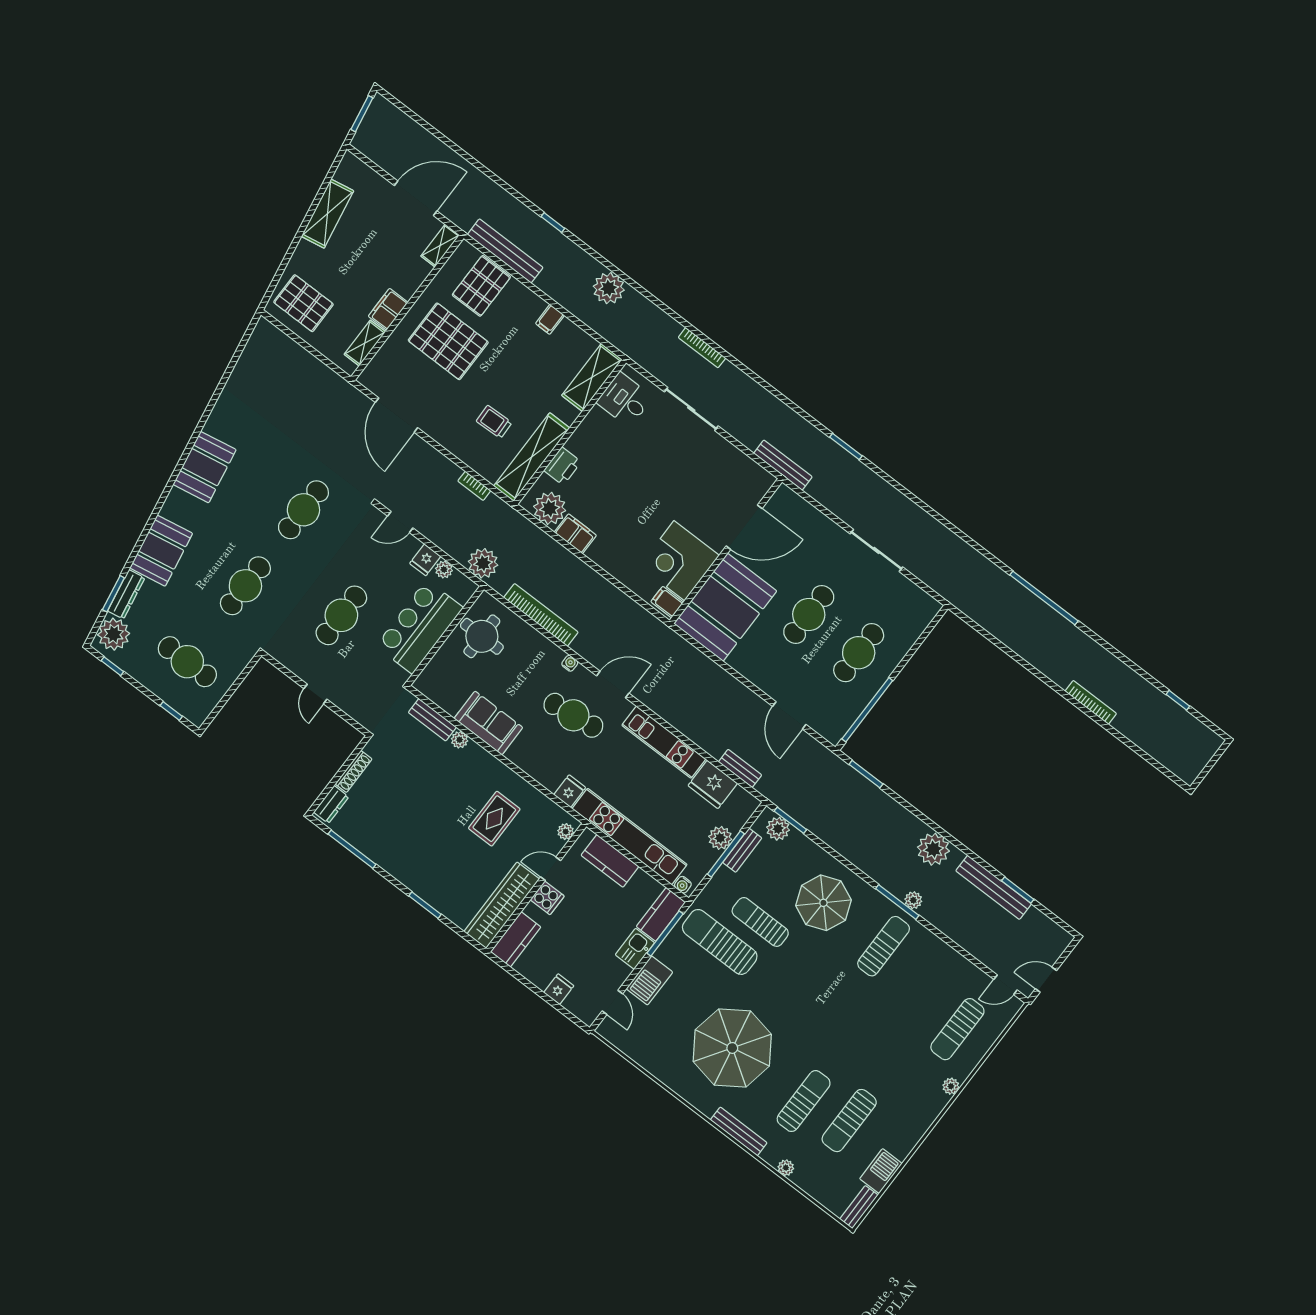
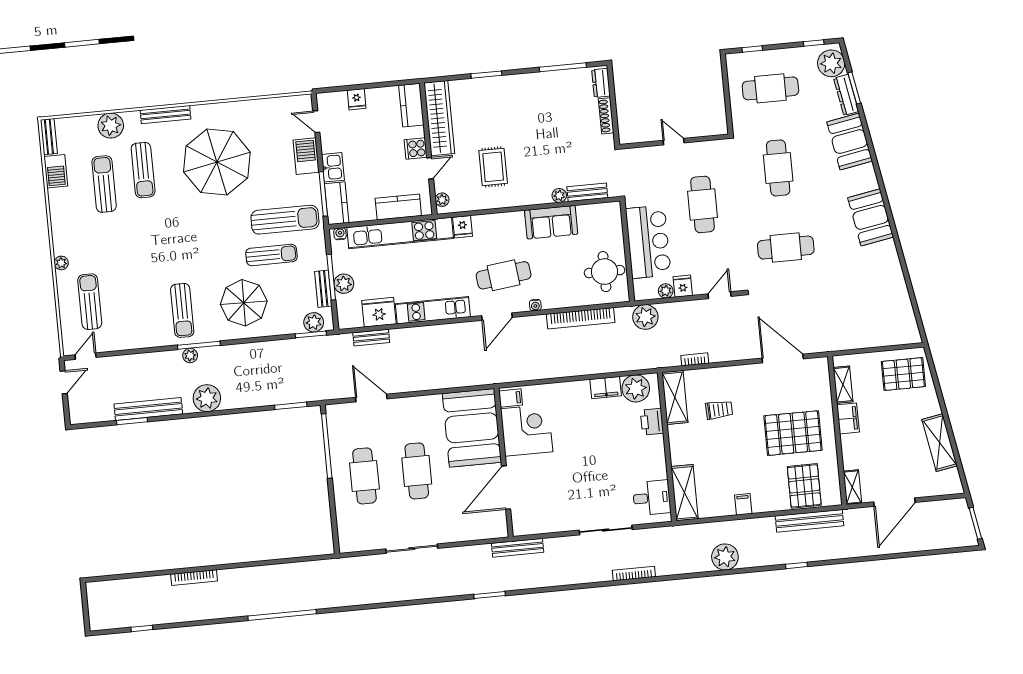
shelving: (532, 457) -> (675, 397), width x0.68
cafe table: (303, 510) -> (786, 248), turned 90
plant: (786, 1168) -> (111, 126), width x1.87, depth x1.87

